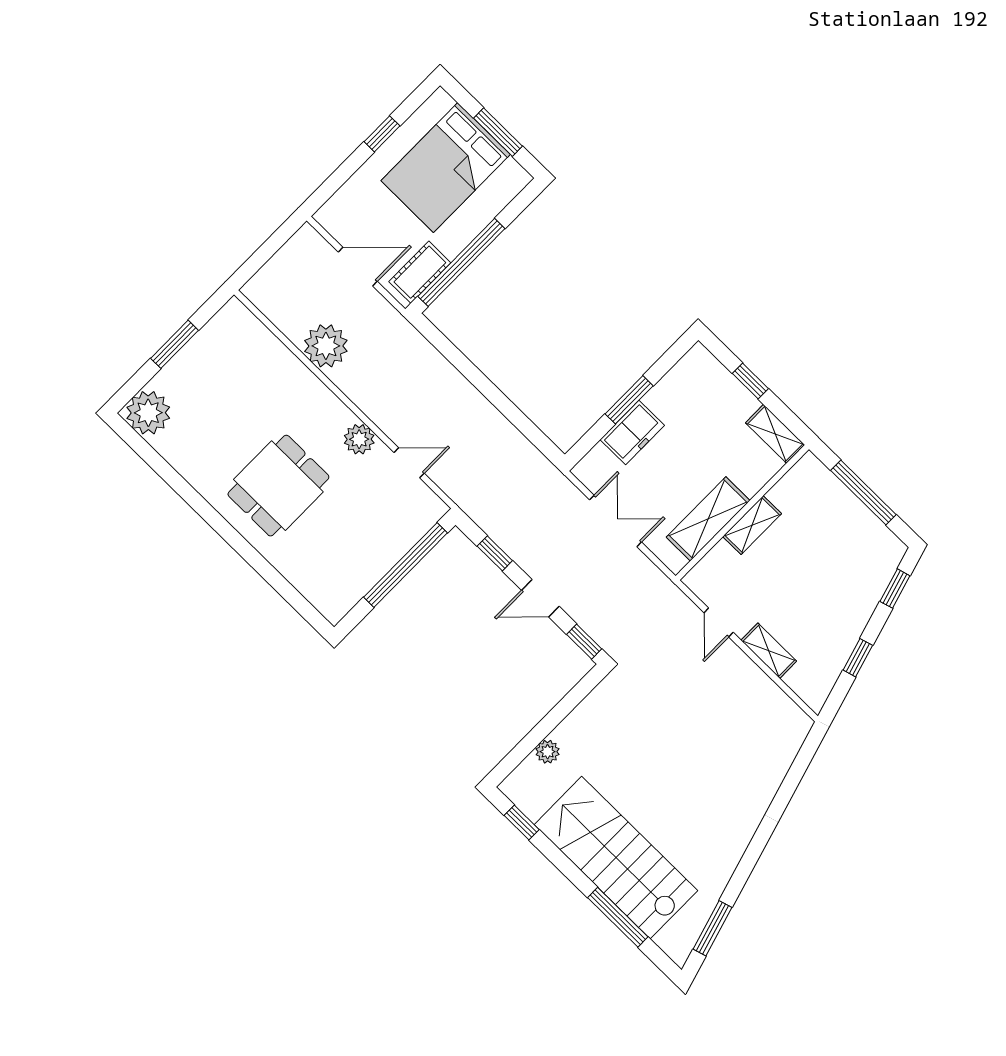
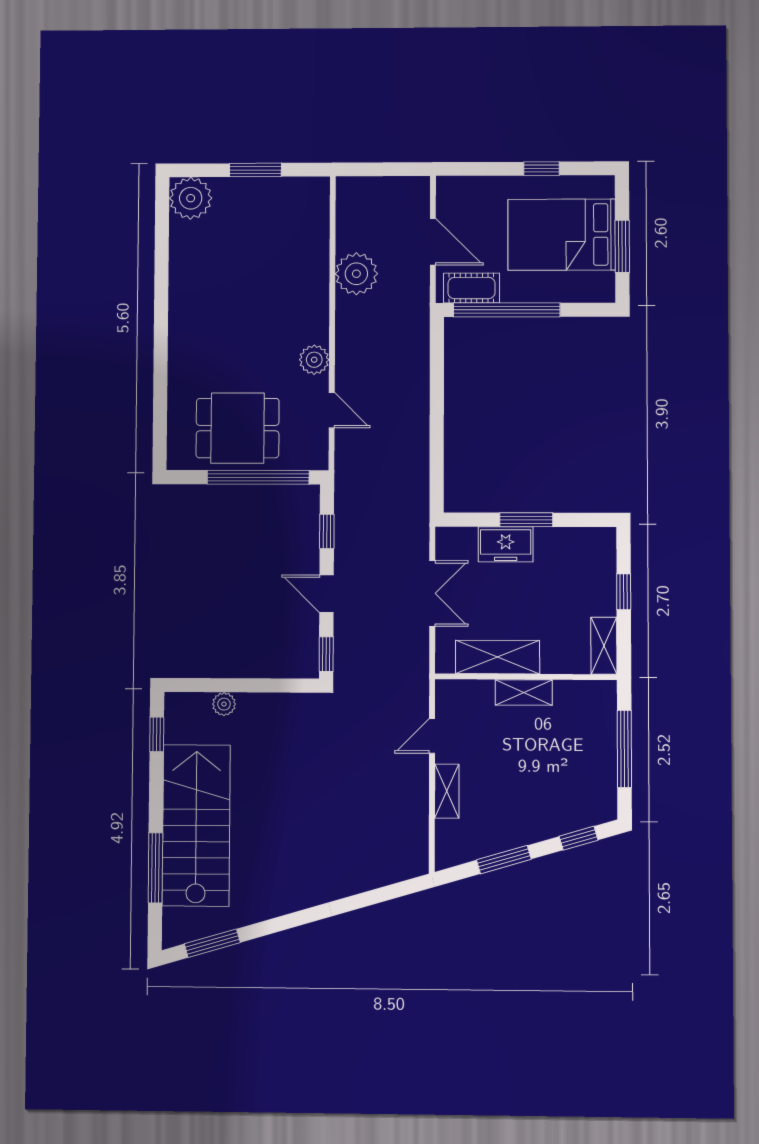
dining table: (278, 486) -> (238, 428), moved
window: (858, 658) -> (504, 860), width x1.50

